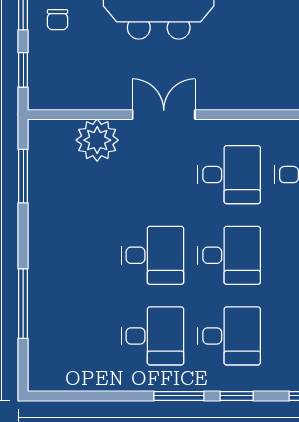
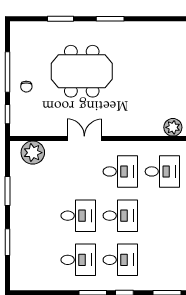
plant: (97, 140) -> (33, 153), moved
window: (23, 176) -> (7, 191), moved
window: (23, 304) -> (7, 242), width x0.69

